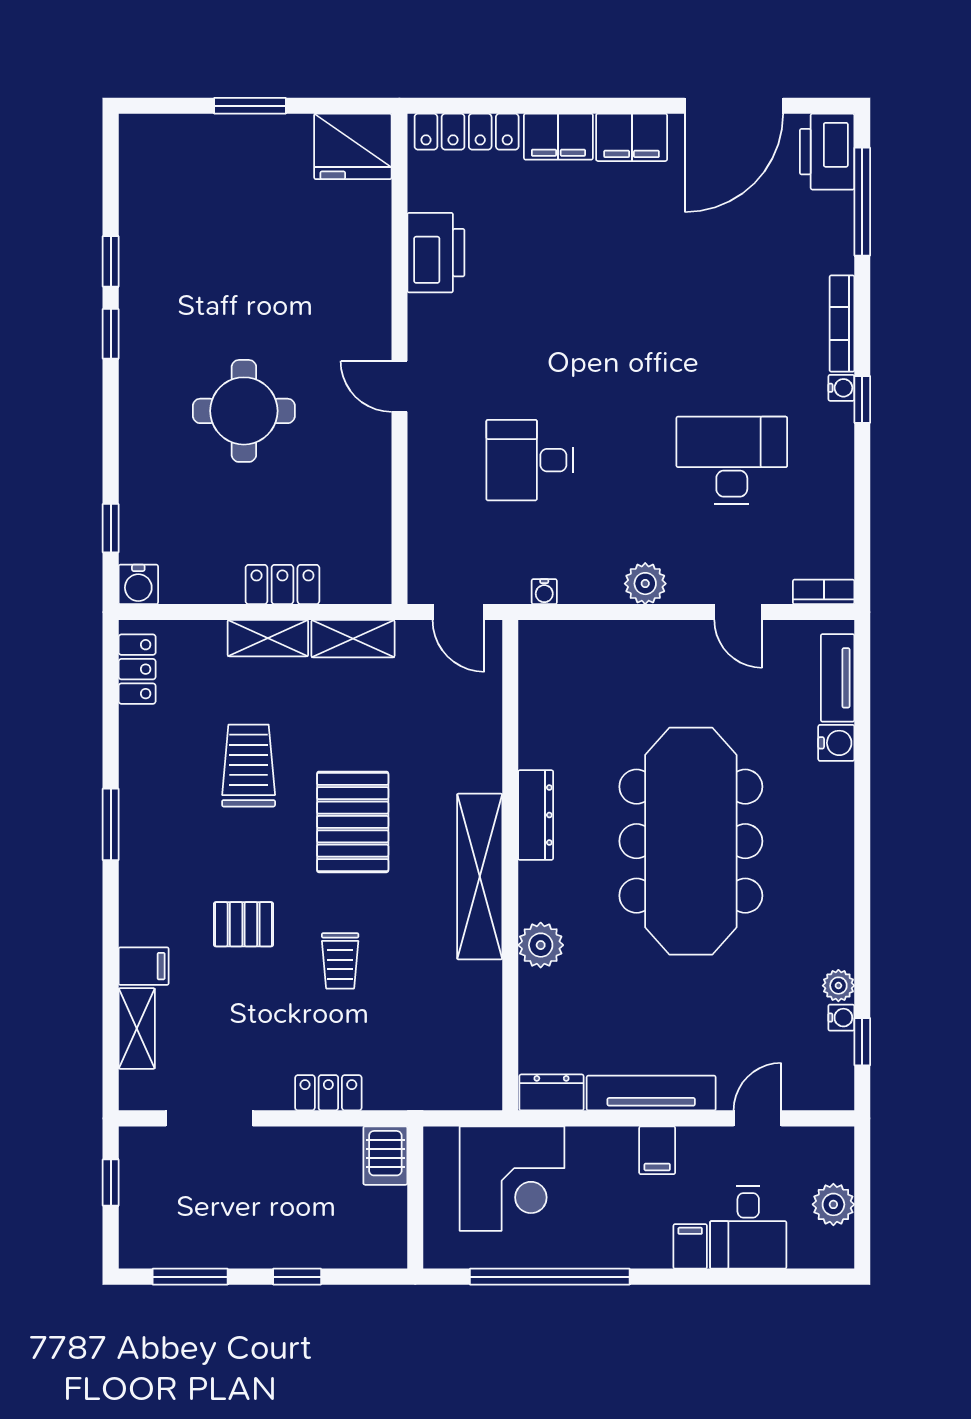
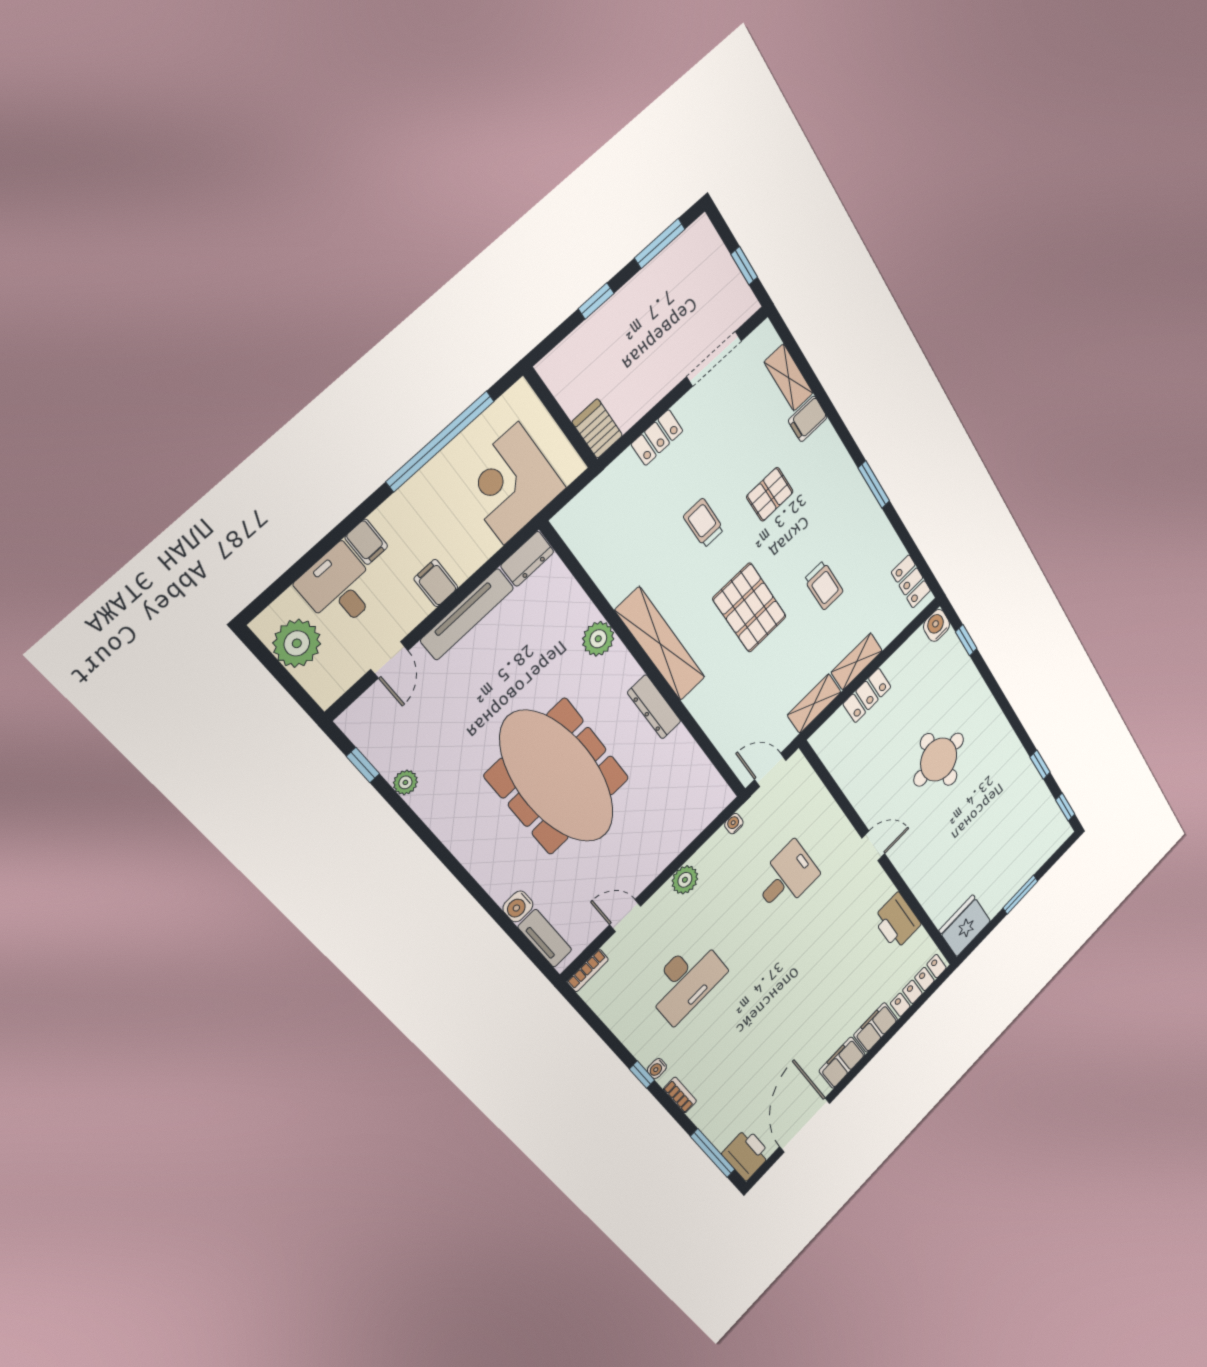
bookcase: (842, 324) -> (680, 1095), width x0.64
window: (111, 334) -> (1065, 807), moved
trolley: (249, 766) -> (824, 585), width x0.73, depth x0.72
water cooler: (841, 1018) -> (388, 766), removed
plant: (833, 1204) -> (297, 643), width x1.36, depth x1.36

